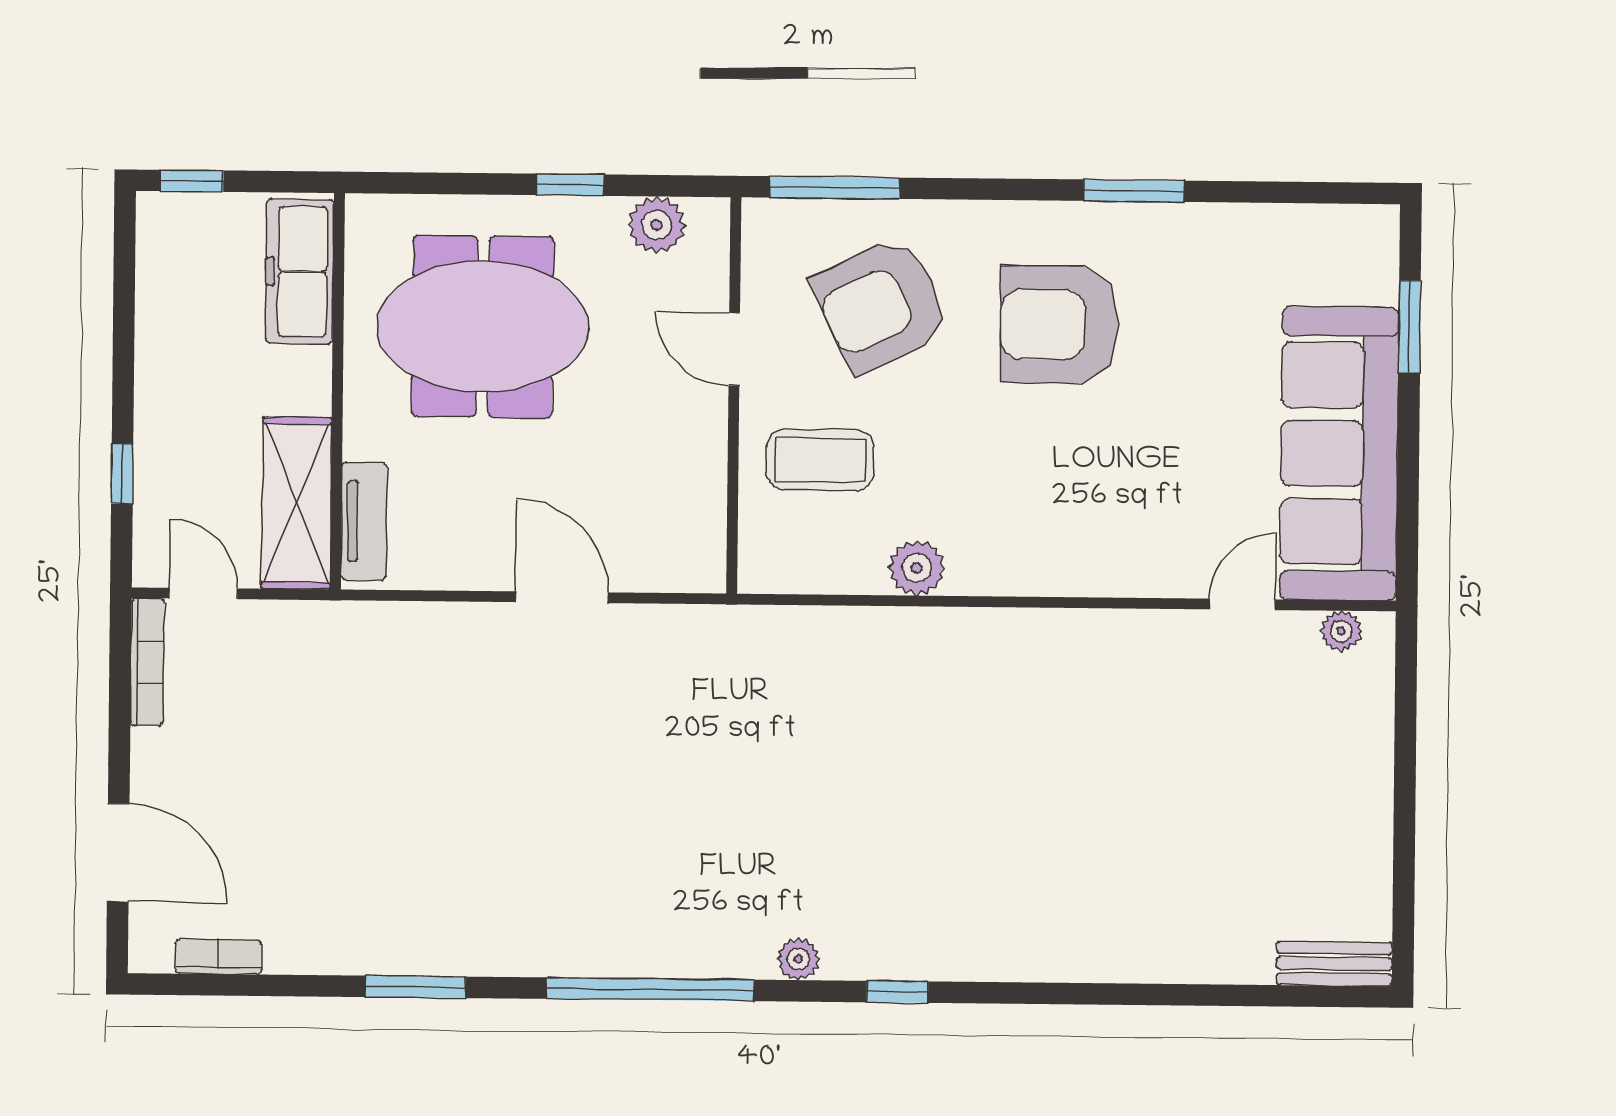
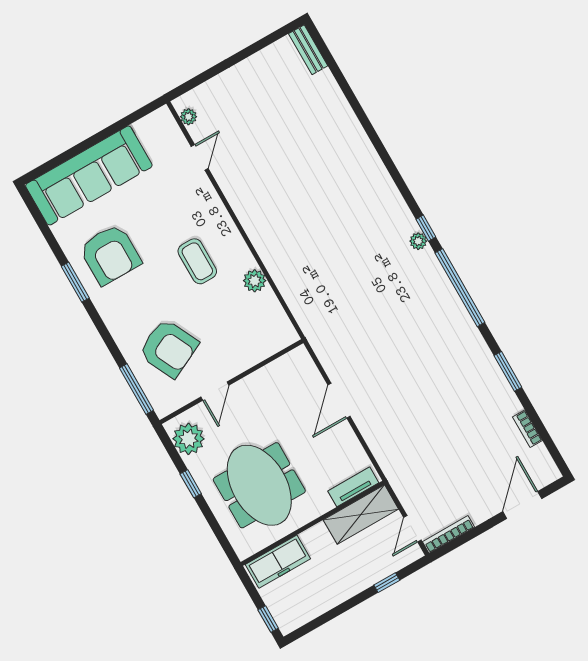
plant: (657, 225) -> (188, 439), width x1.36, depth x1.36
armchair: (1059, 324) -> (110, 254), moved
window: (1410, 327) -> (66, 156), removed
sofa: (1339, 453) -> (89, 175), moved
coffee table: (820, 460) -> (197, 261), moved
door: (1242, 604) -> (200, 157), swing flipped
bookcase: (218, 957) -> (527, 429), moved
window: (897, 992) -> (426, 228), moved

